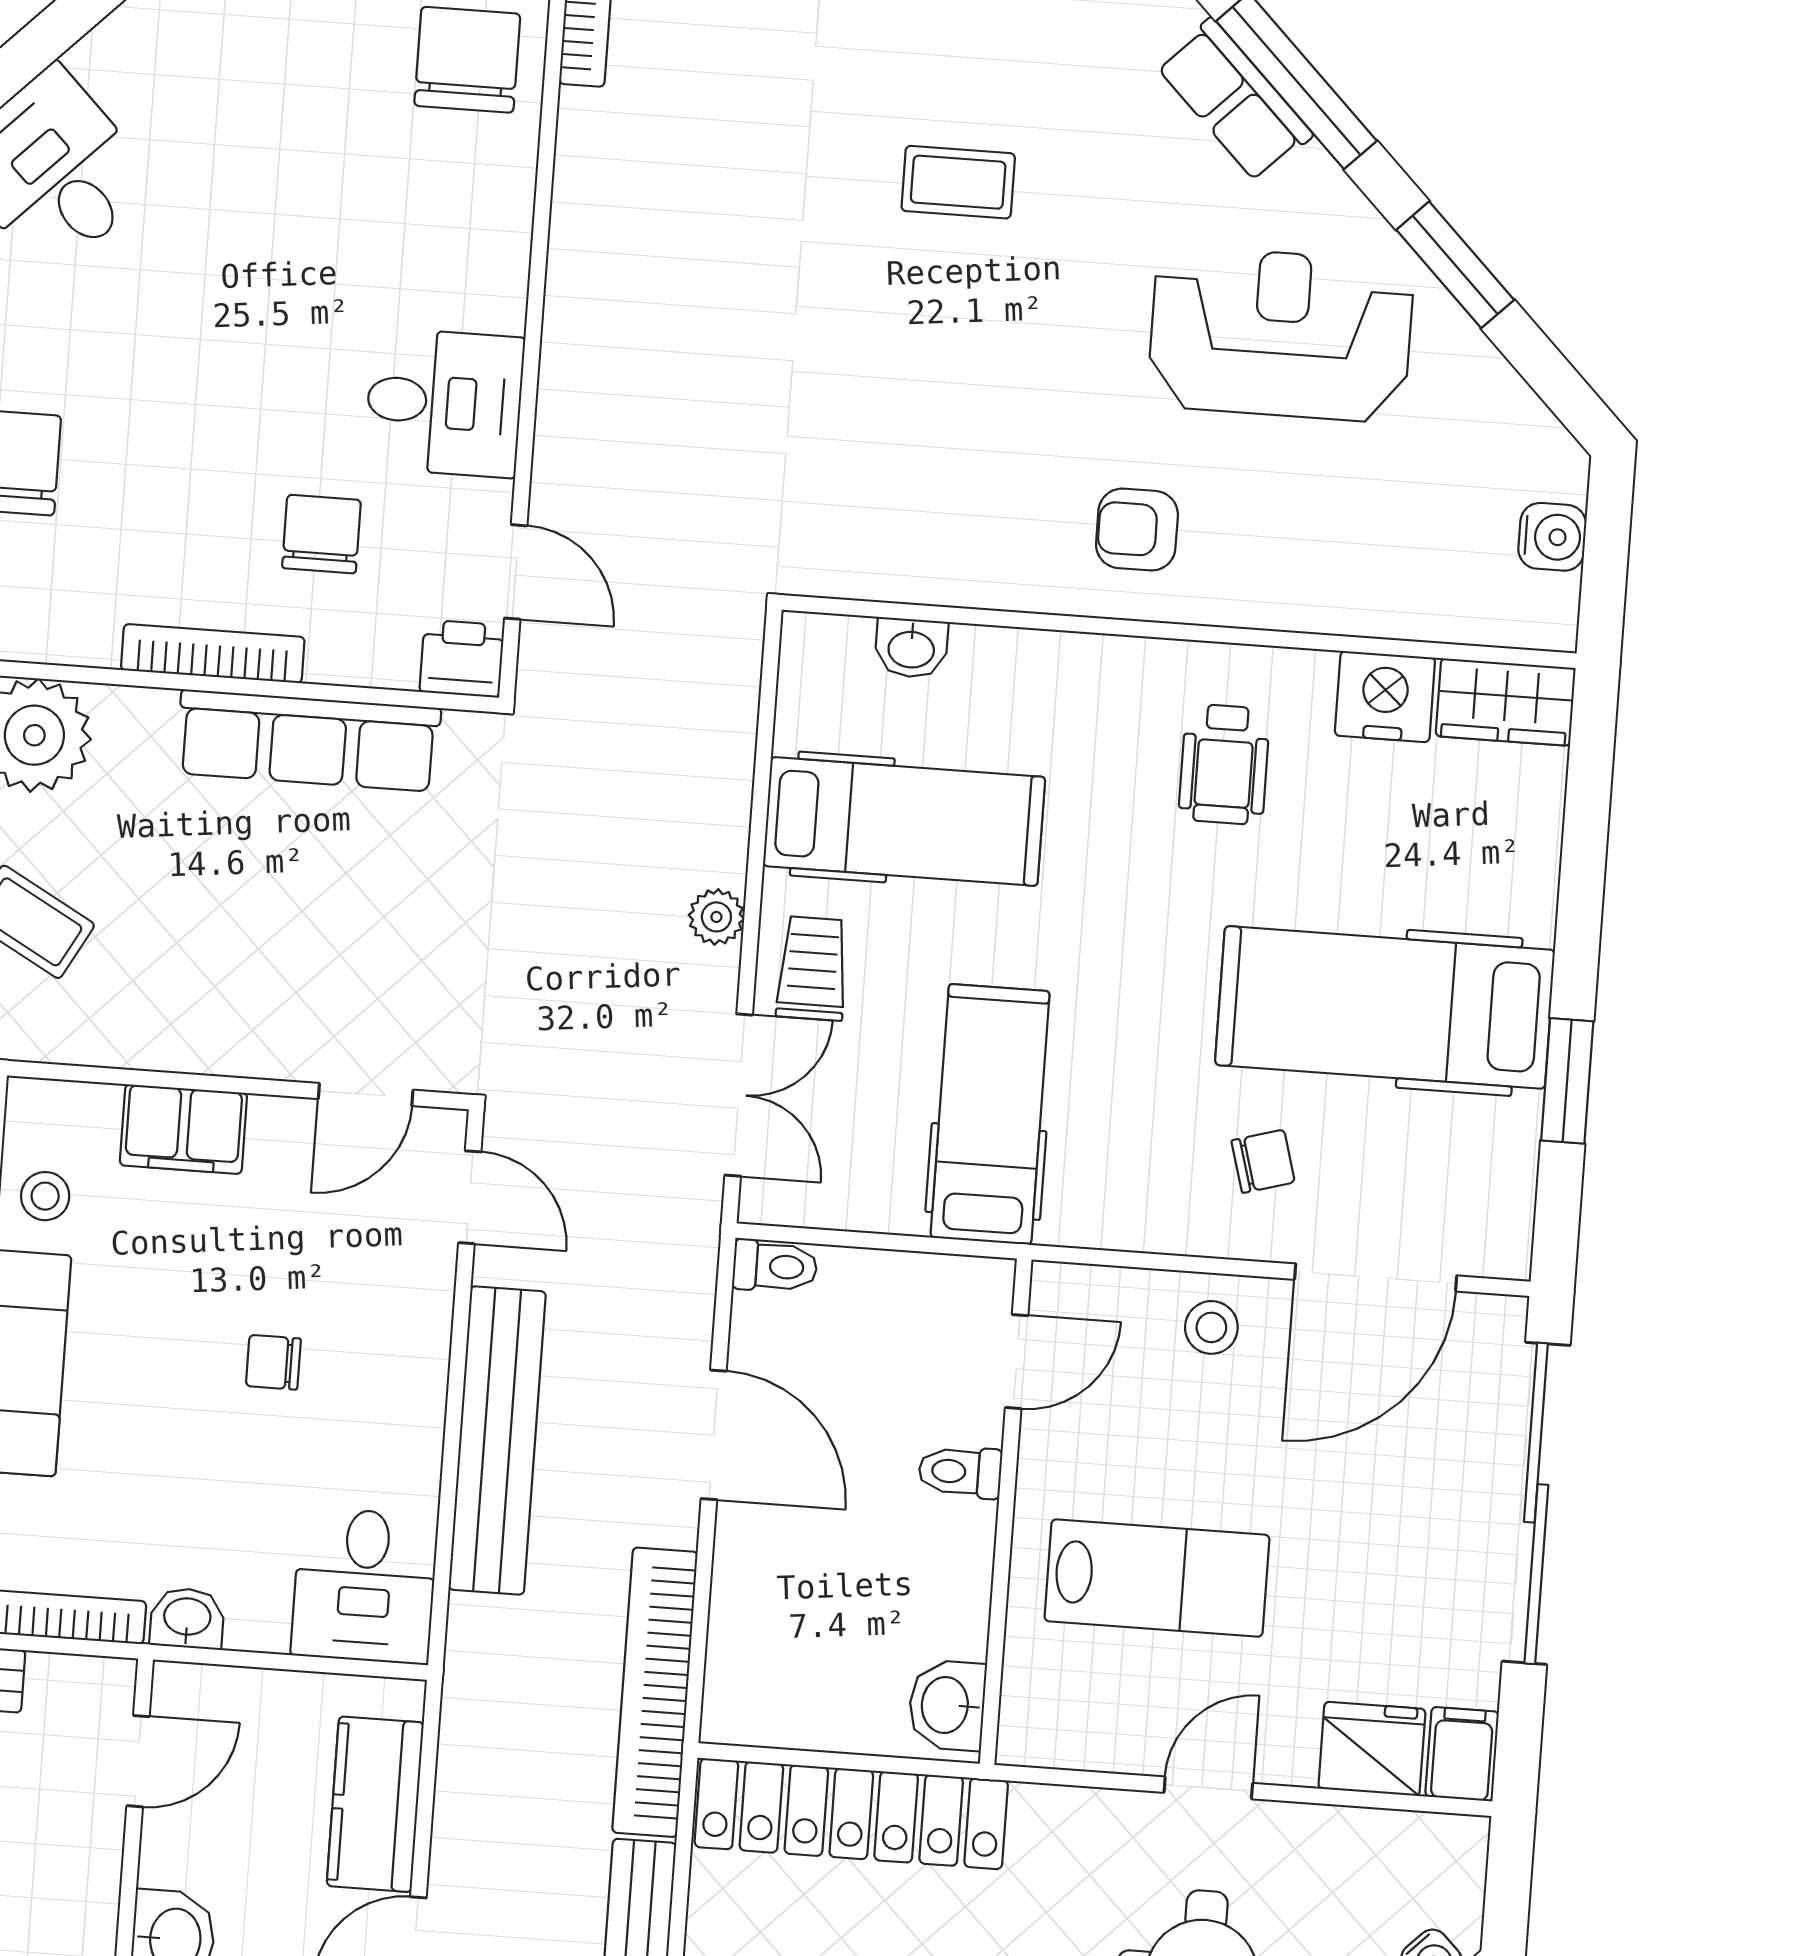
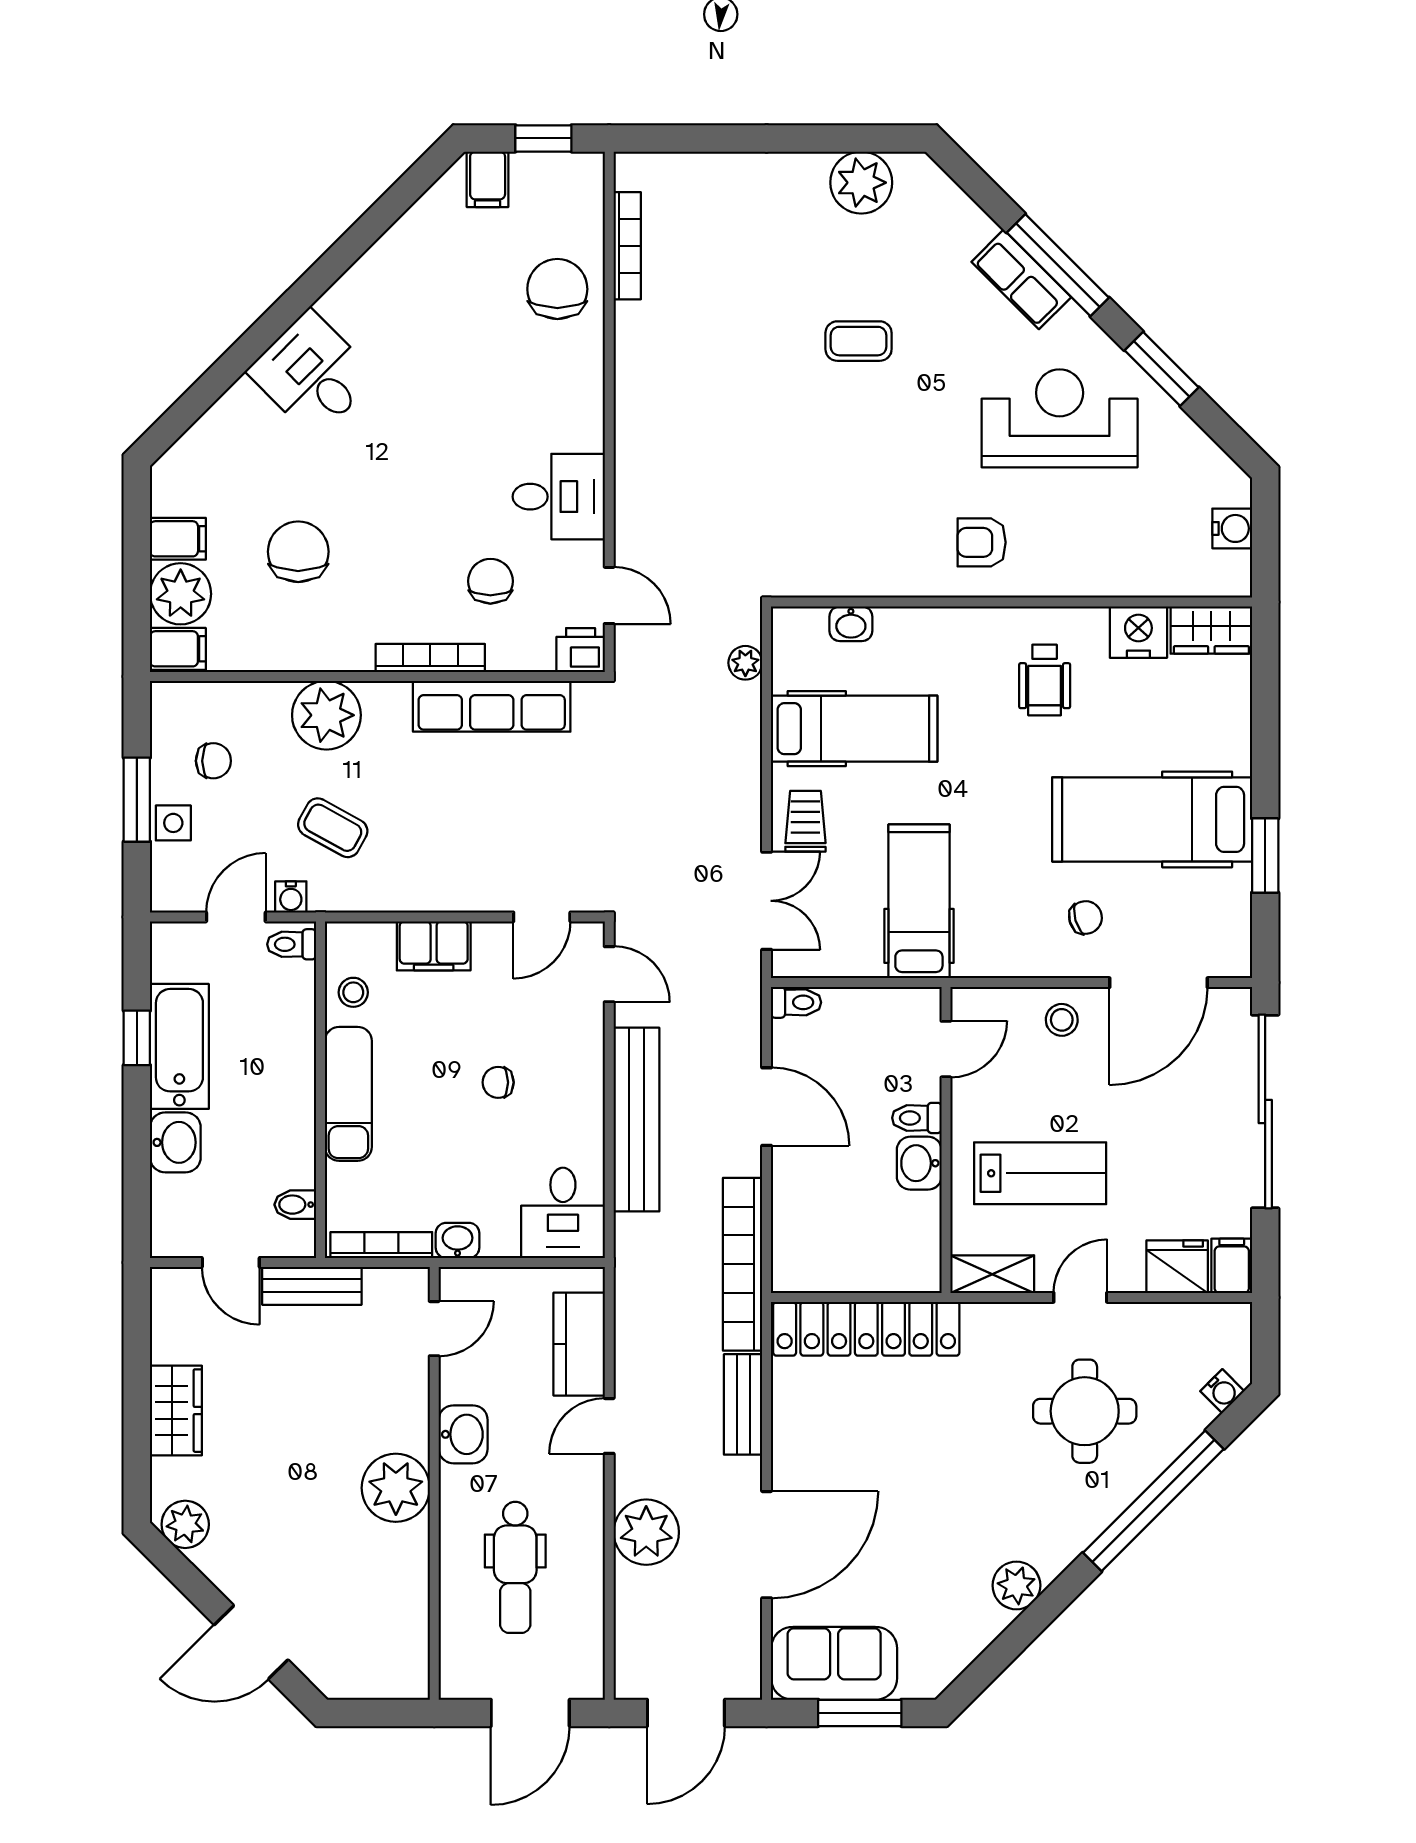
plant: (716, 917) -> (745, 663), moved
washbasin: (947, 1705) -> (919, 1163), moved
shelving: (1066, 1739) -> (992, 1274), added

